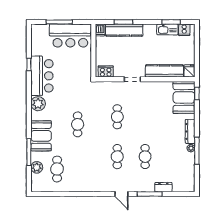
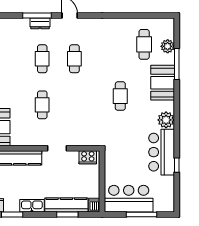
kitchen sink: (167, 29) -> (32, 206), moved
cafe table: (117, 117) -> (42, 105), moved
dresser: (163, 187) -> (40, 23), moved

